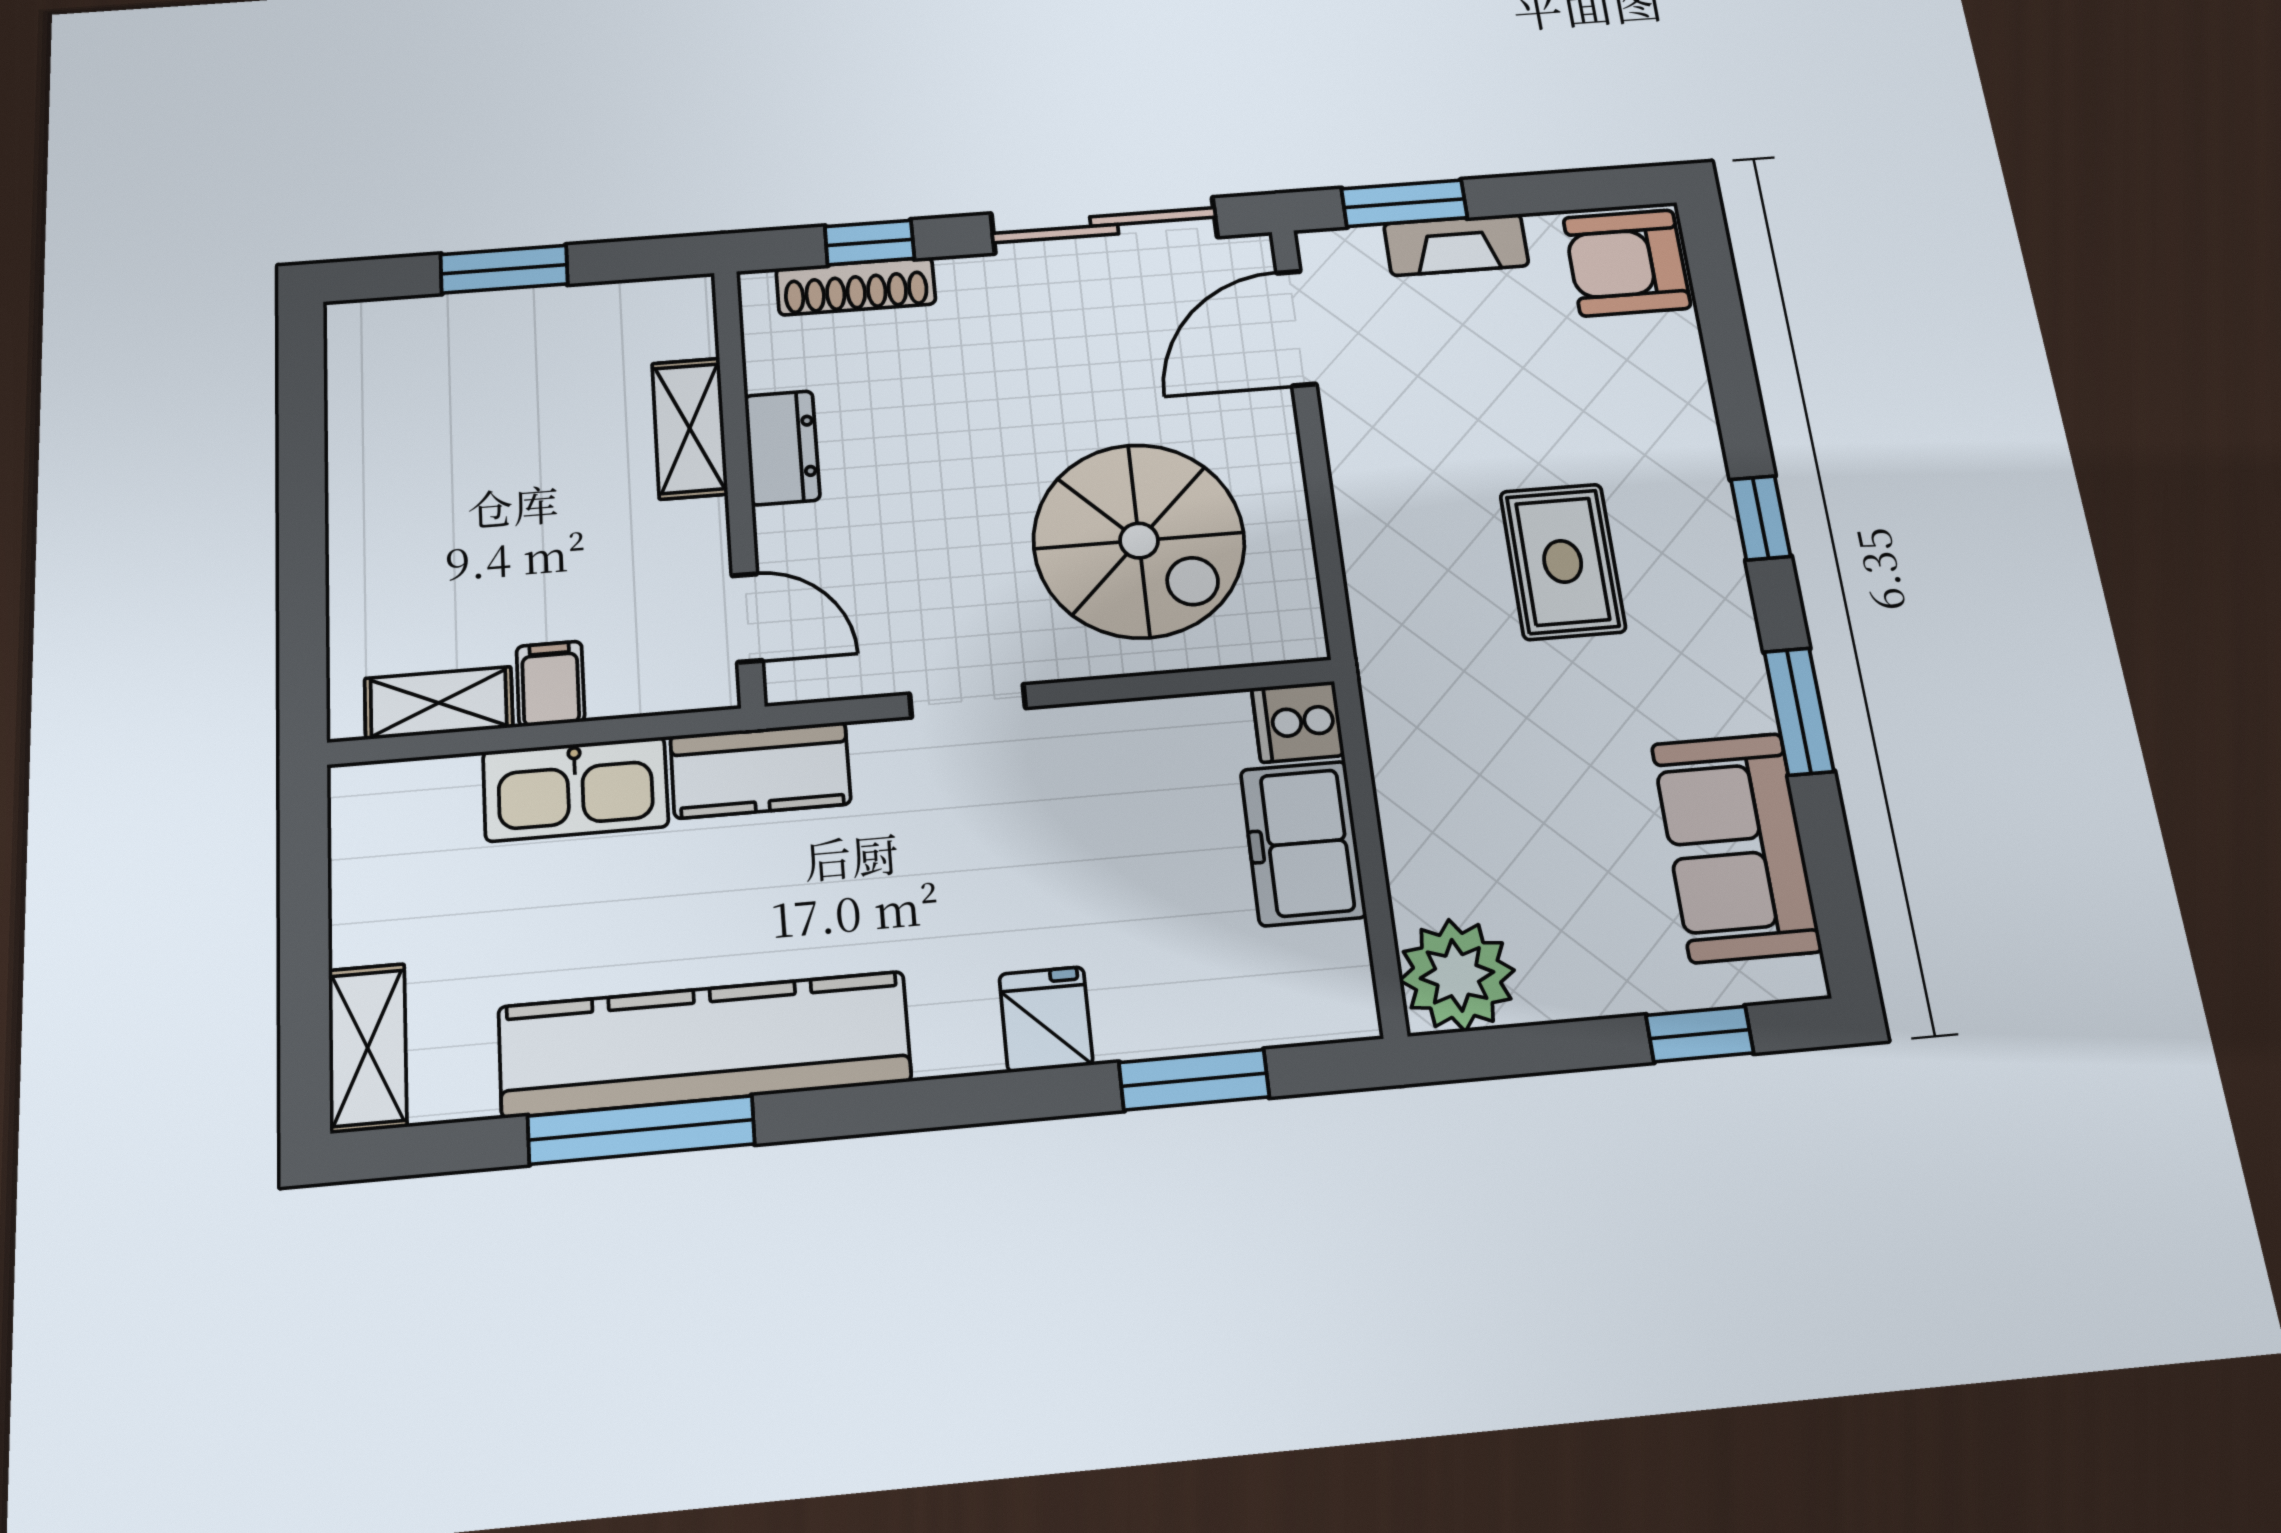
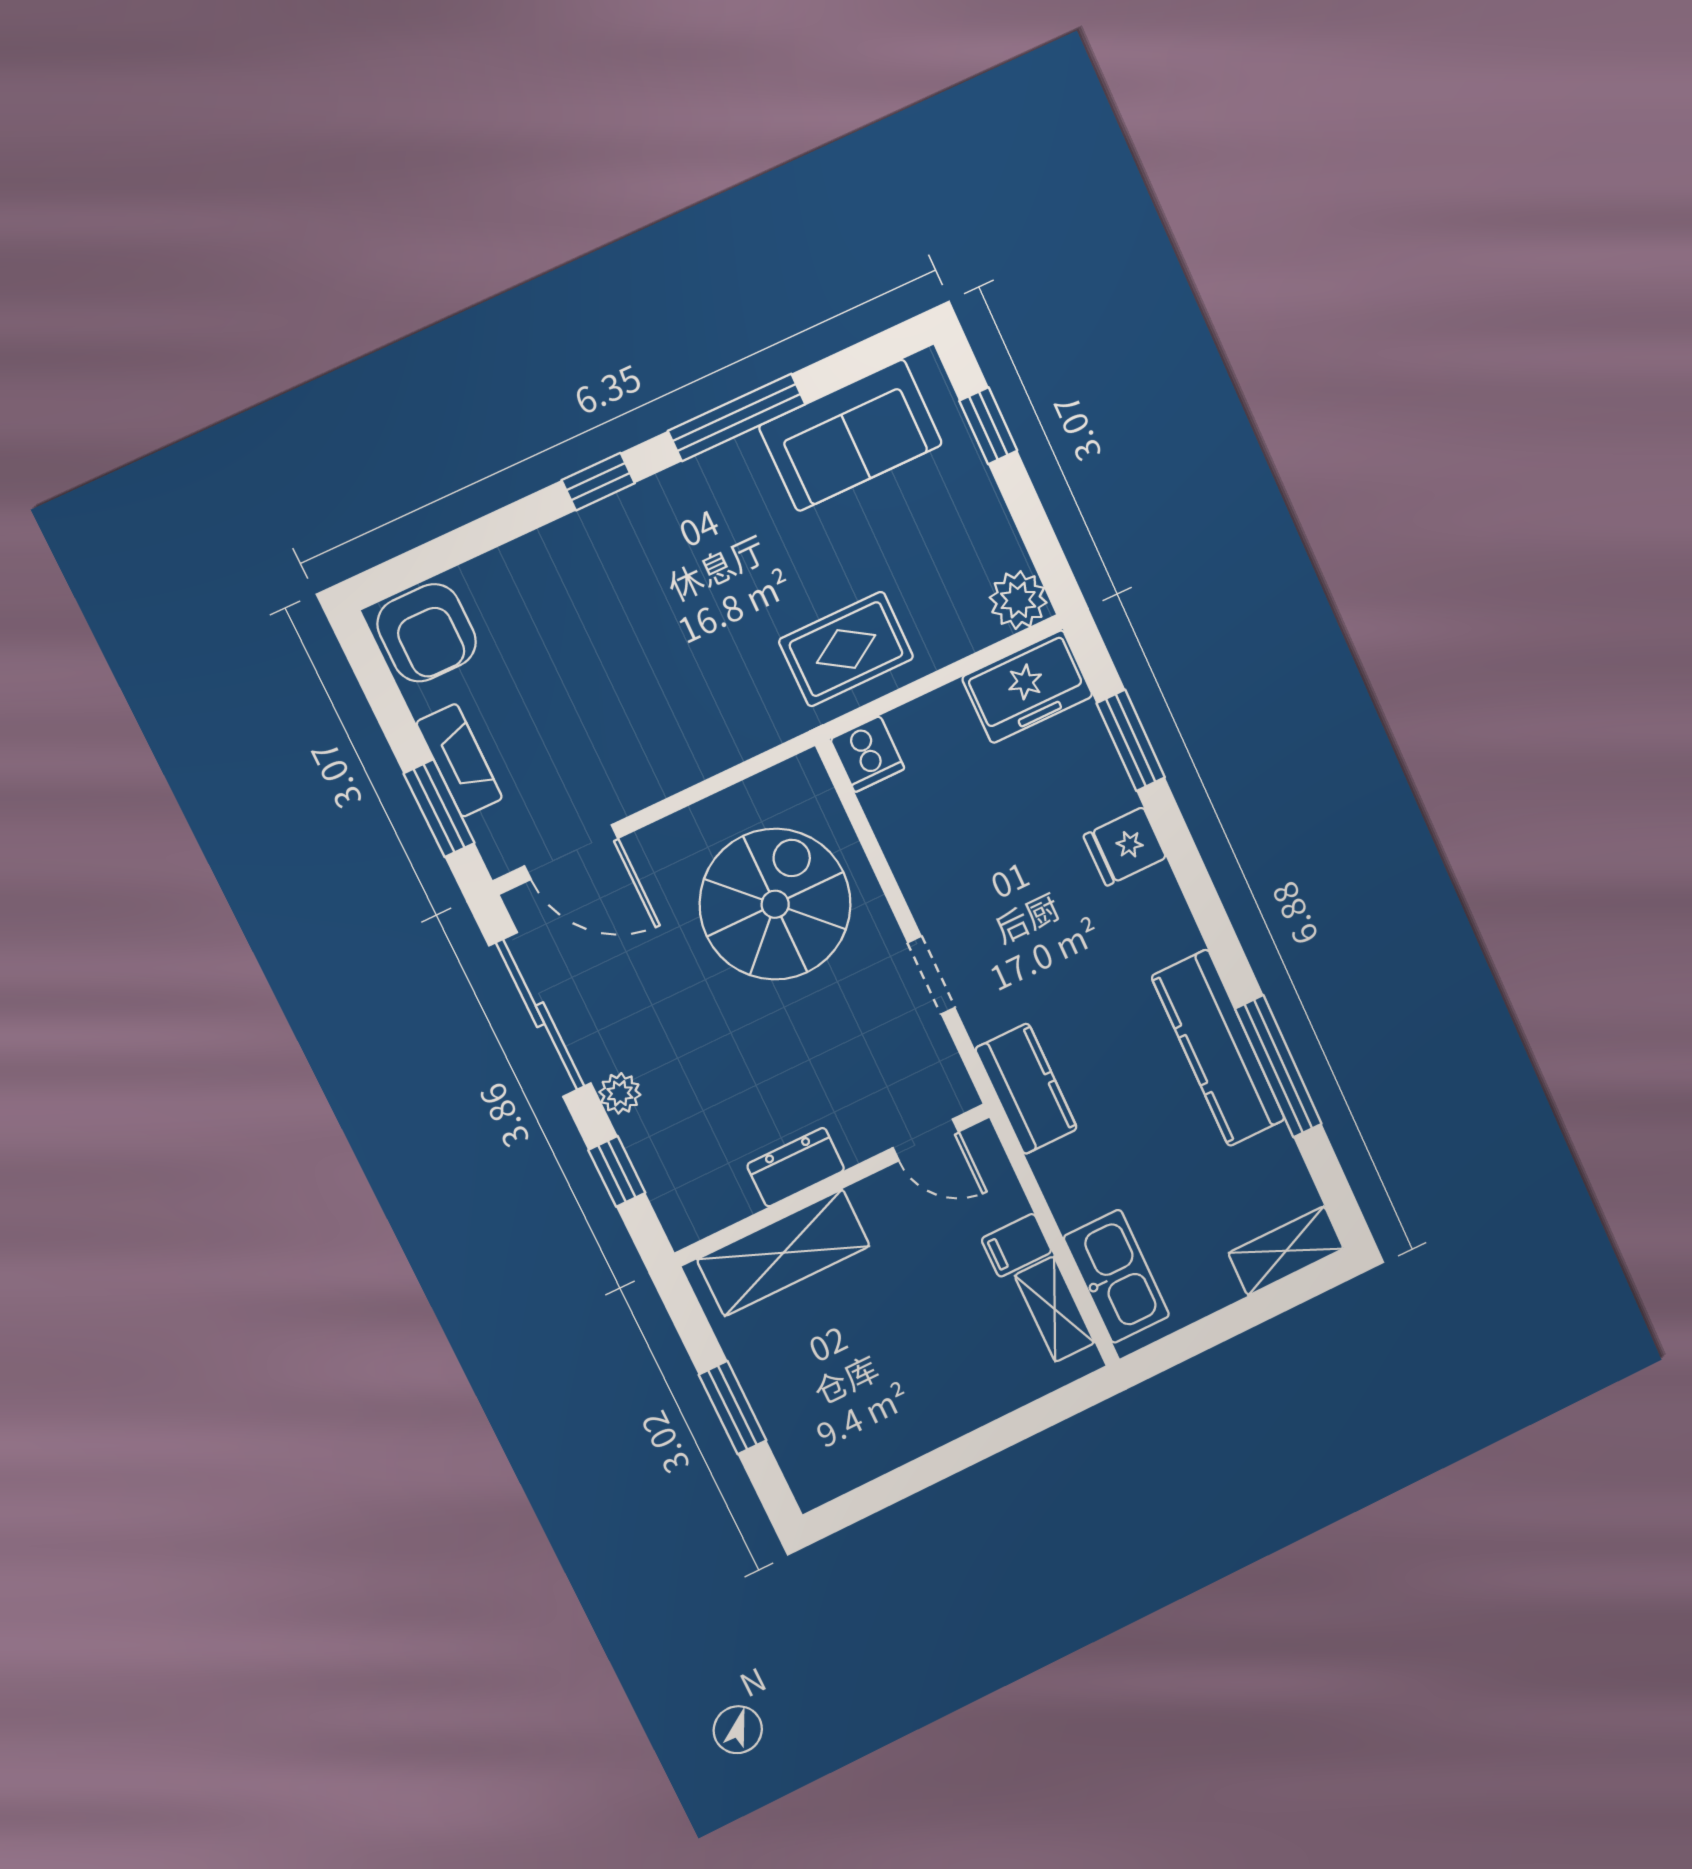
plant: (967, 279) -> (620, 1093), added
shoe rack: (856, 286) -> (655, 1167), removed
shelving: (690, 428) -> (783, 1253), width x1.50, depth x1.33
rug: (1563, 561) -> (846, 649), moved
door: (747, 618) -> (926, 1140), swing flipped
window: (1799, 711) -> (737, 417), width x1.44
kitchen sink: (575, 789) -> (1116, 1276), moved
freezer: (1303, 843) -> (1027, 687), moved
plant: (1457, 975) -> (1018, 600), width x0.73, depth x0.73
kitchen counter: (704, 1044) -> (1218, 1048), width x0.72, depth x0.86

